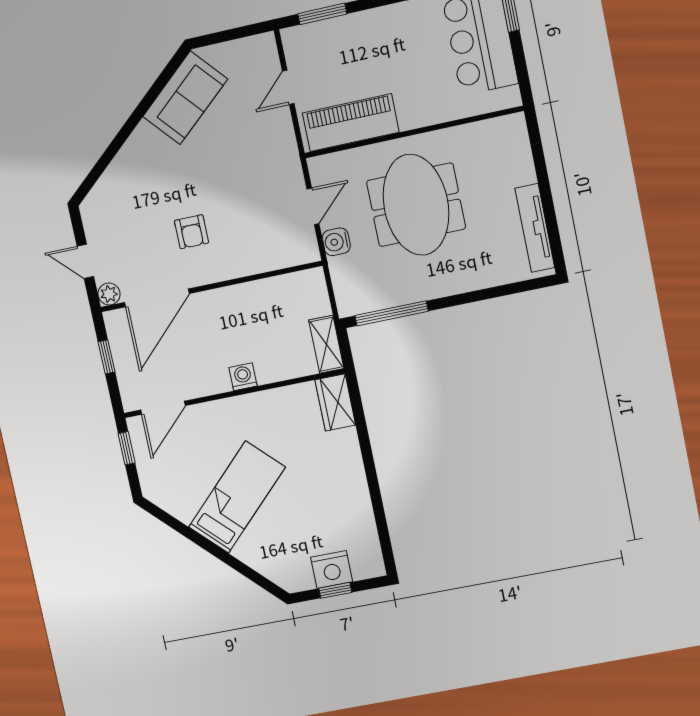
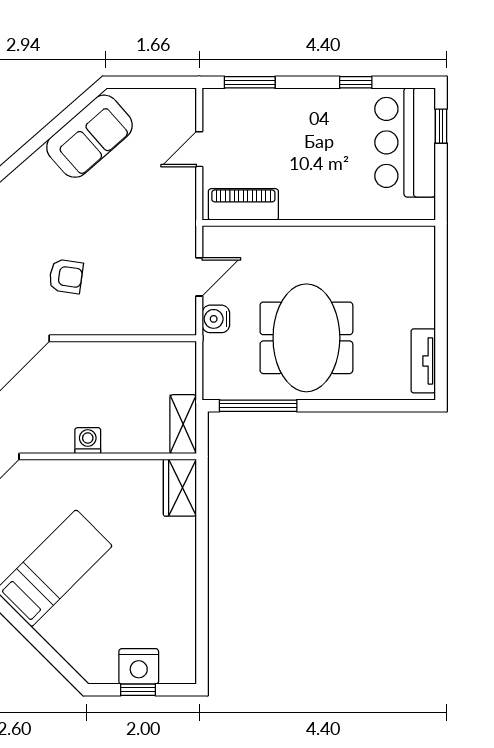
piano: (351, 123) -> (243, 204), width x0.73, depth x0.75
meeting table: (416, 205) -> (306, 338), moved
tv unit: (535, 228) -> (423, 361), width x0.71
armchair: (191, 232) -> (66, 276), turned -82

